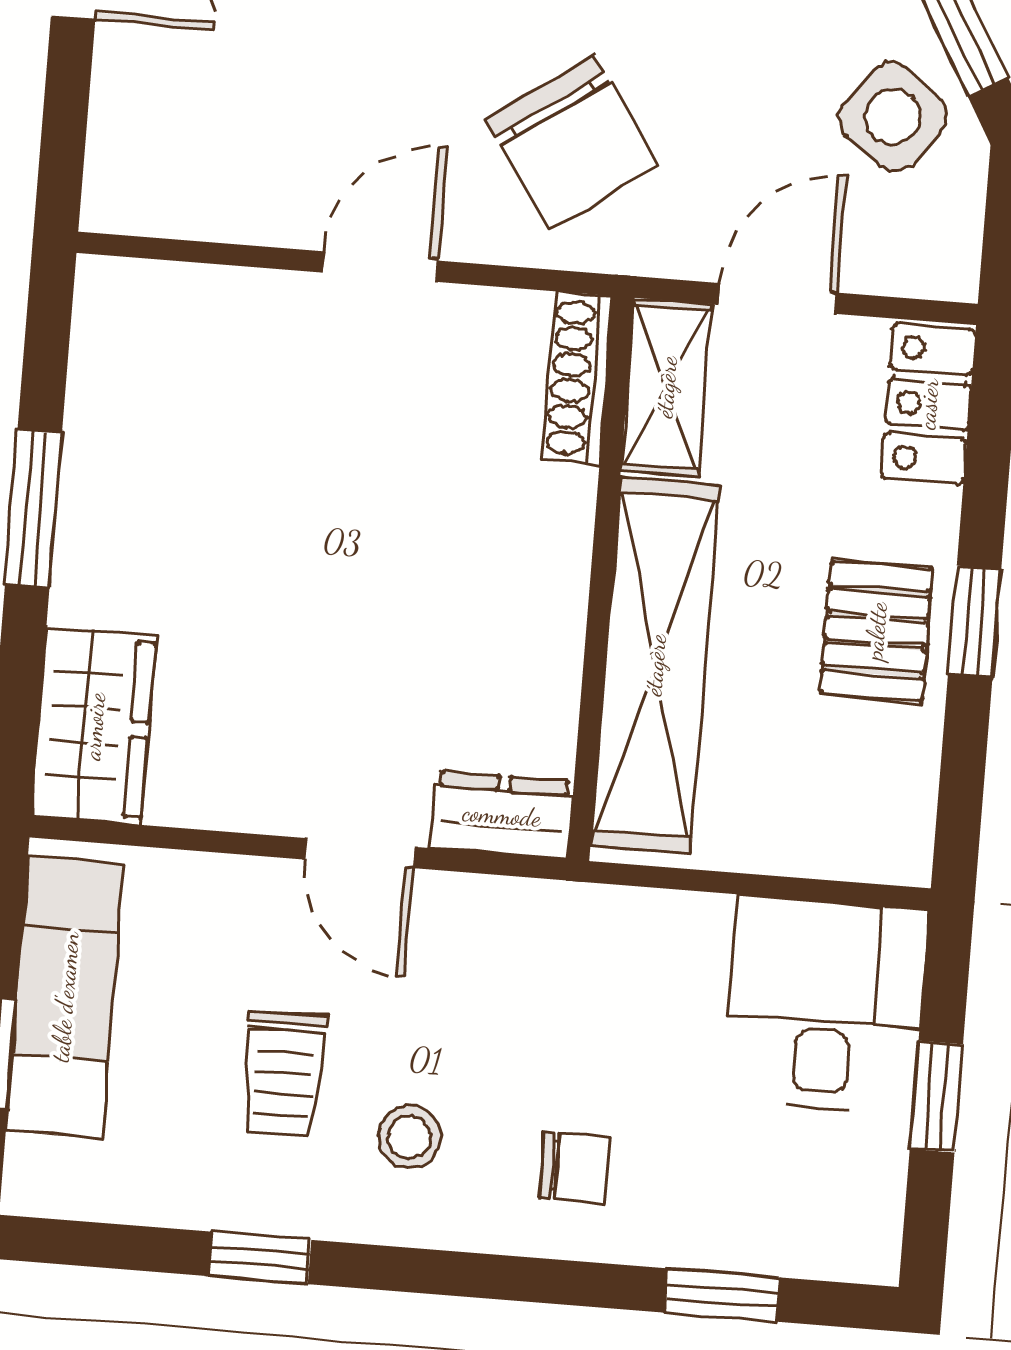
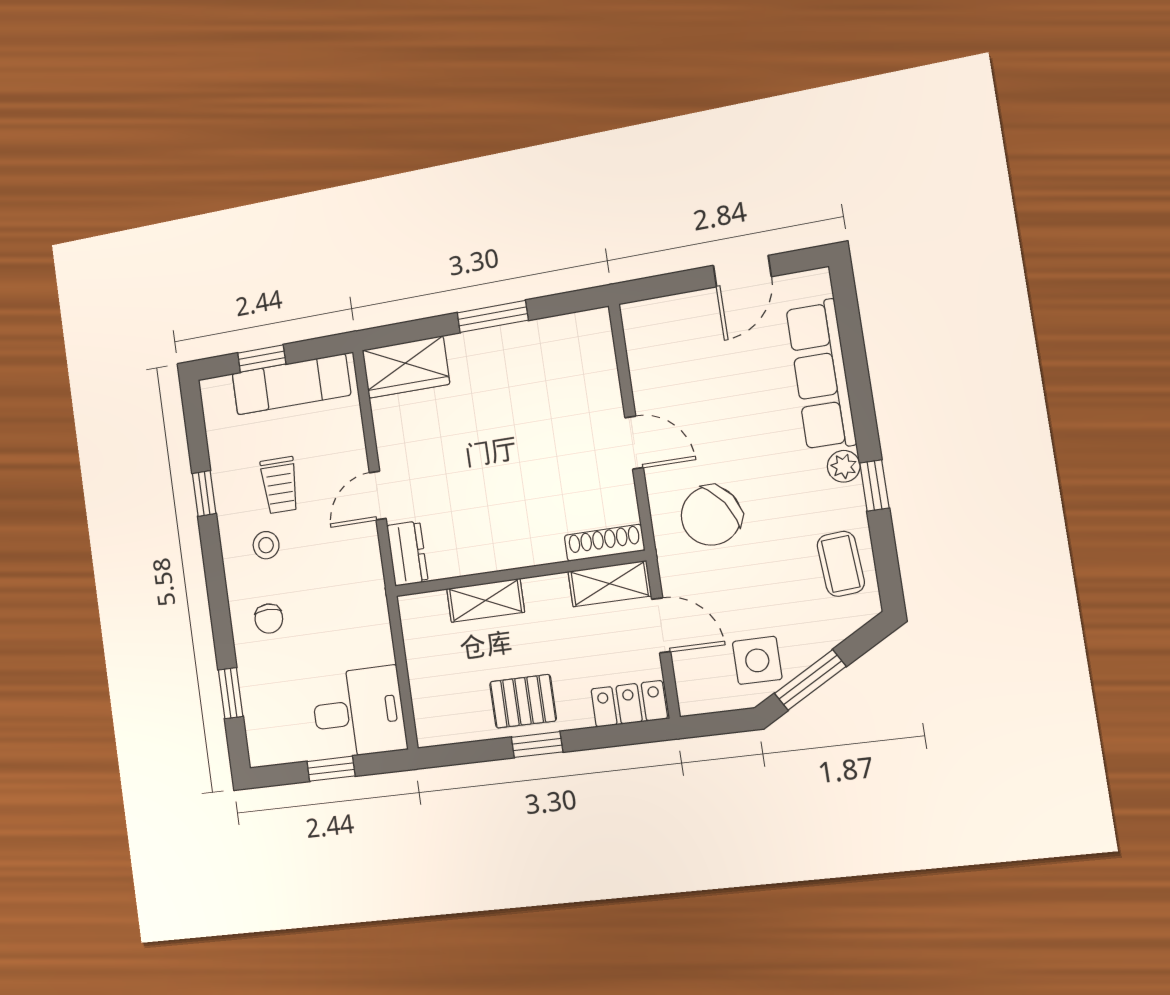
side table: (893, 117) -> (757, 660), turned -37
shelving: (655, 665) -> (485, 600), width x0.45, depth x0.75
trolley: (283, 1074) -> (280, 485), turned -90

